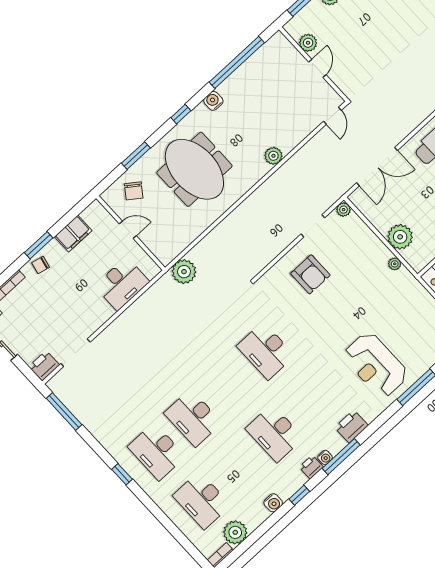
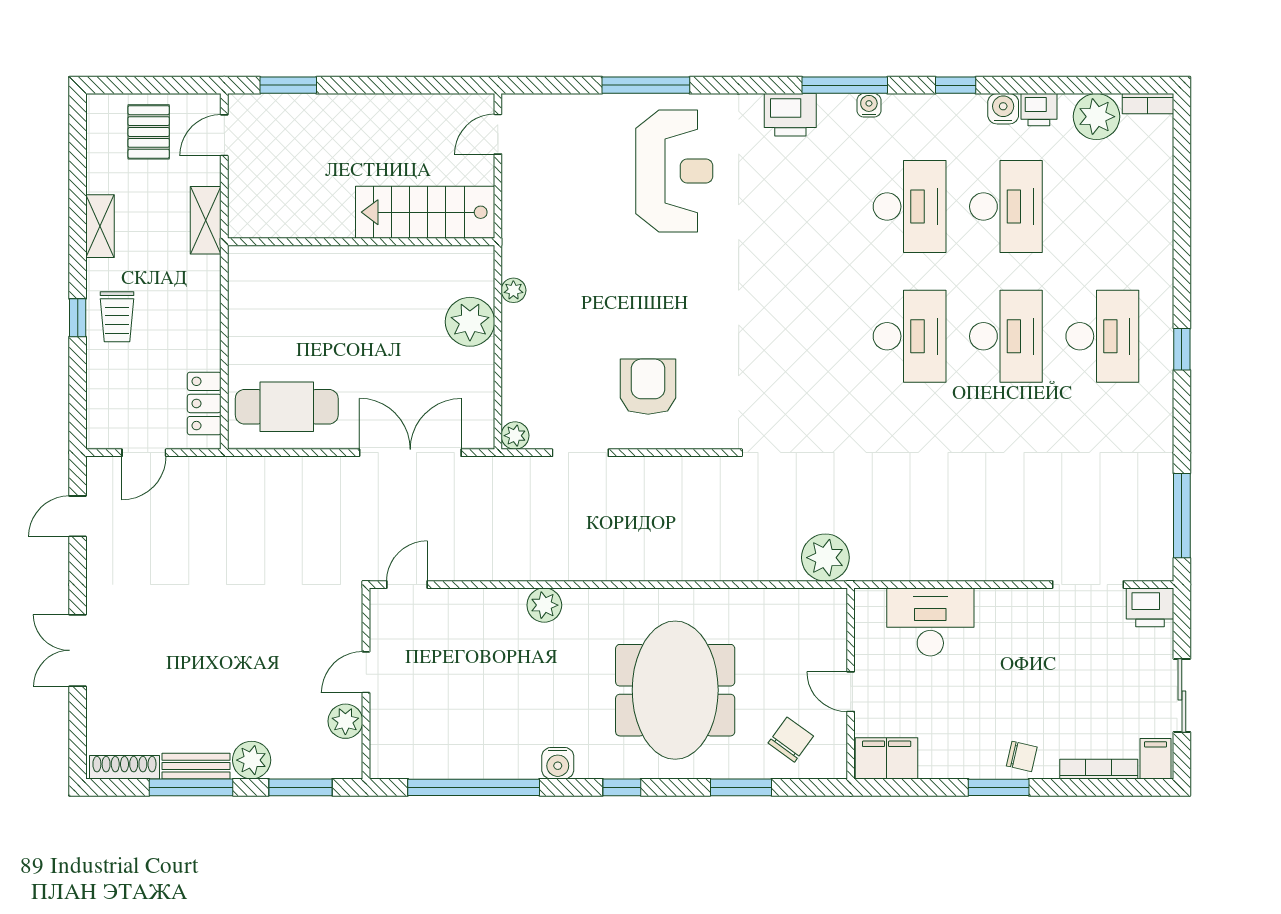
filing cabinet: (73, 234) -> (887, 758), moved
desk: (266, 351) -> (910, 336), moved
printer: (311, 467) -> (1039, 110), moved
desk: (202, 500) -> (1006, 207), moved

